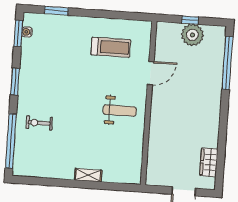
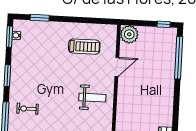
window: (190, 20) -> (164, 24), moved
plant: (193, 35) -> (129, 34), moved

